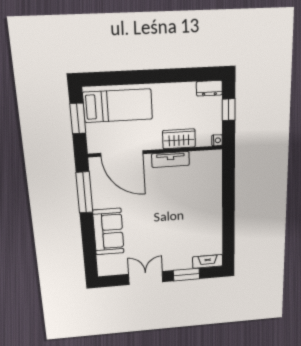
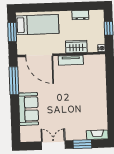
dresser: (209, 88) -> (80, 15), moved

